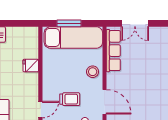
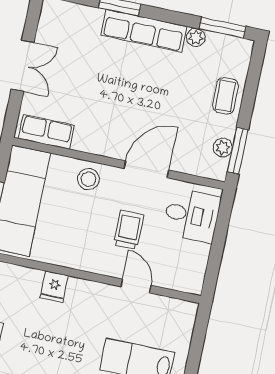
double door: (135, 23) -> (23, 66), moved
row of seats: (113, 51) -> (46, 132), width x0.68

